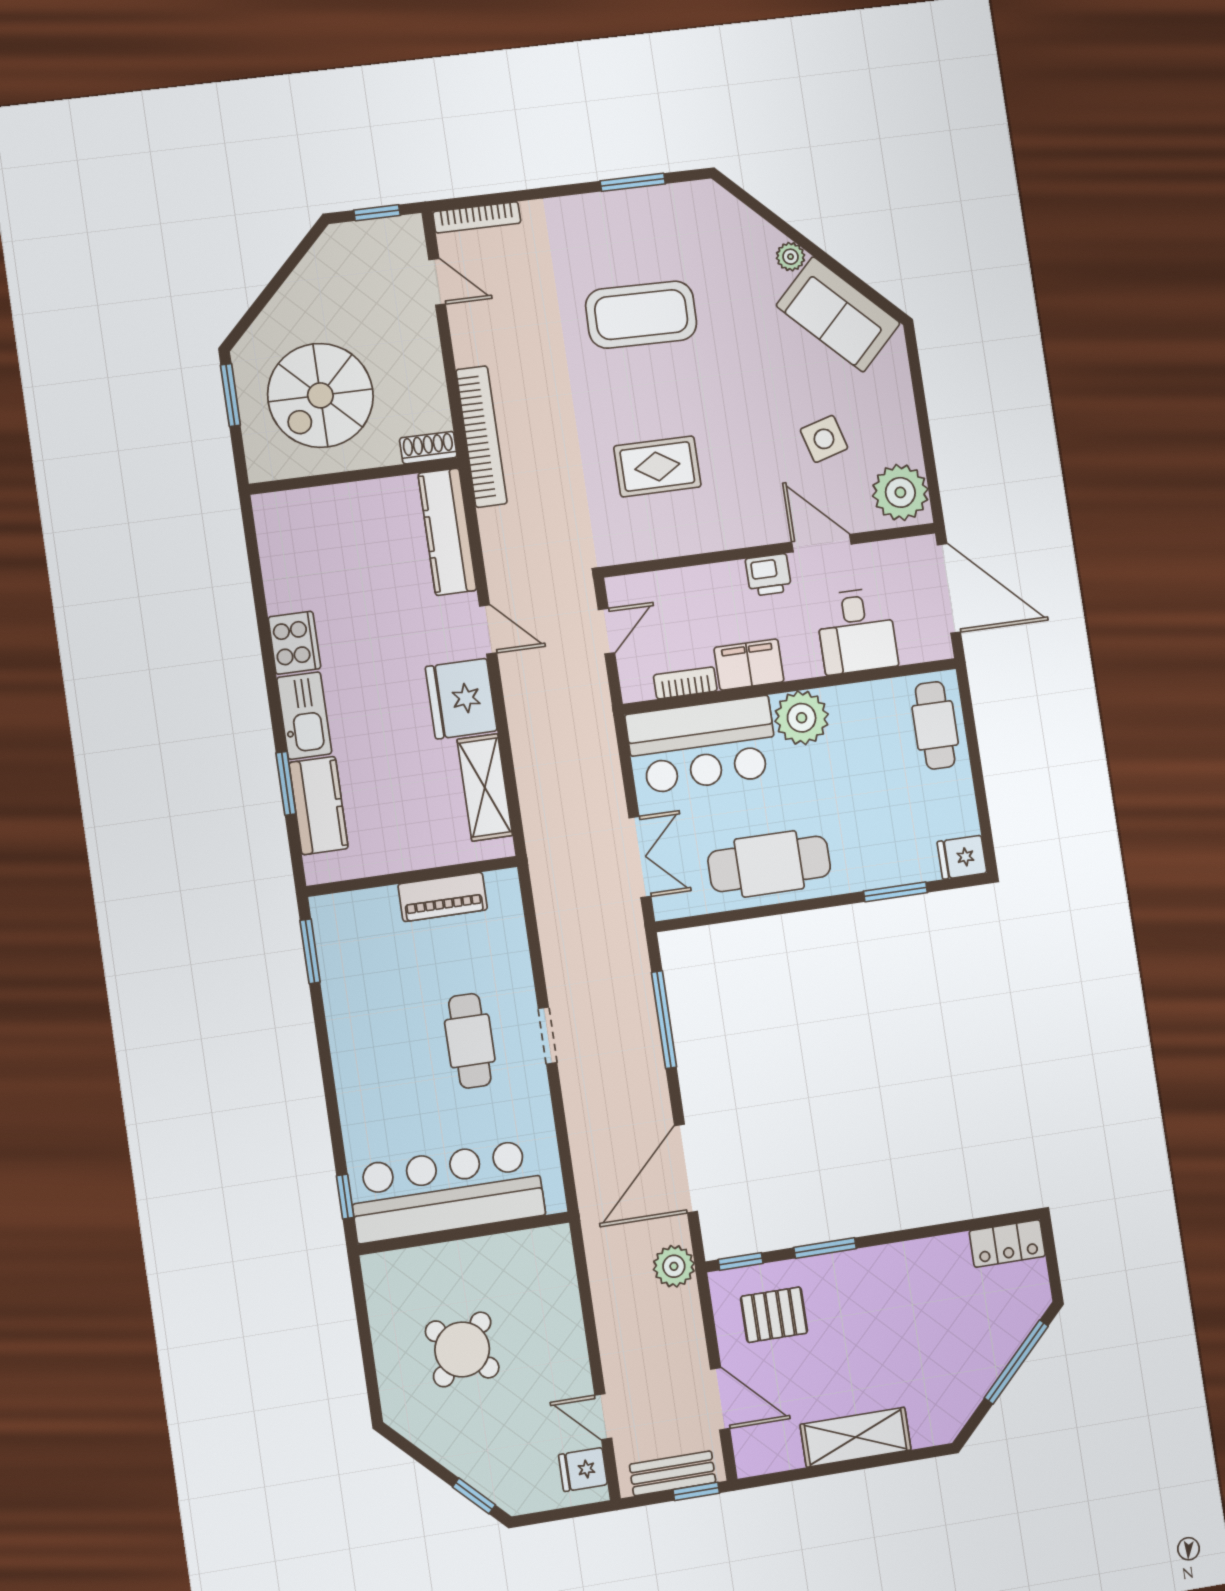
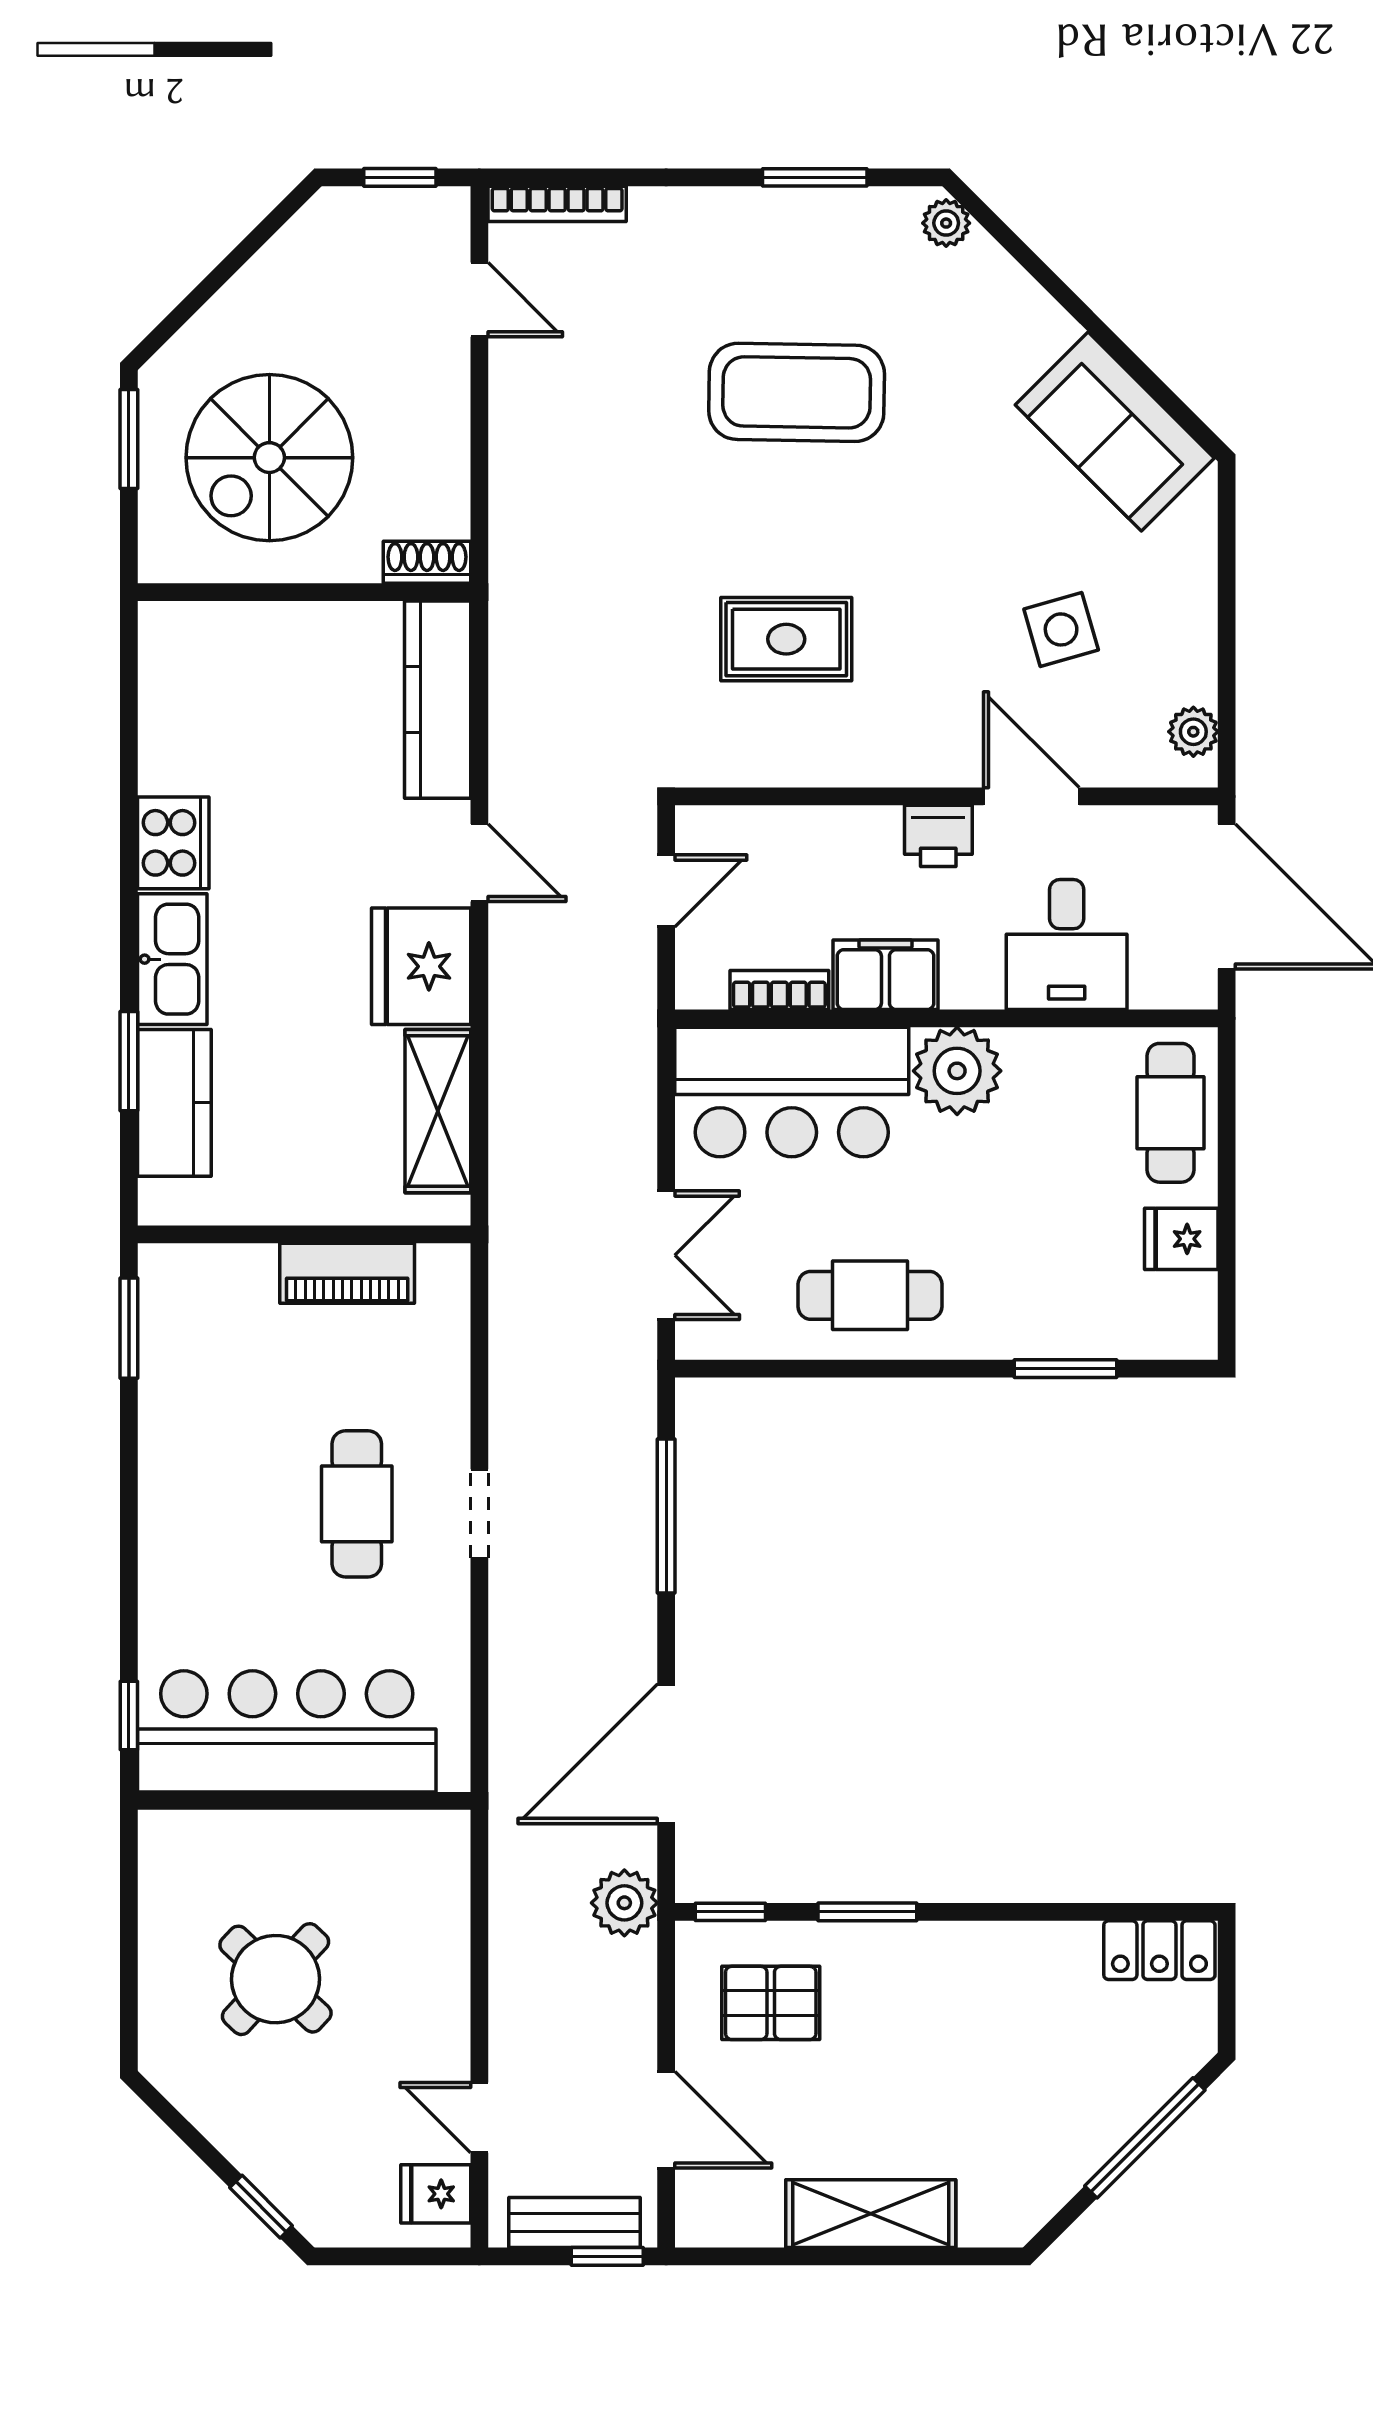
plant: (790, 257) -> (946, 223), moved
bookcase: (481, 437) -> (513, 555), removed
plant: (900, 492) -> (1193, 732), width x0.53, depth x0.53
fridge: (962, 857) -> (1181, 1239), moved
cafe table: (769, 864) -> (870, 1295), width x0.73, depth x0.74

